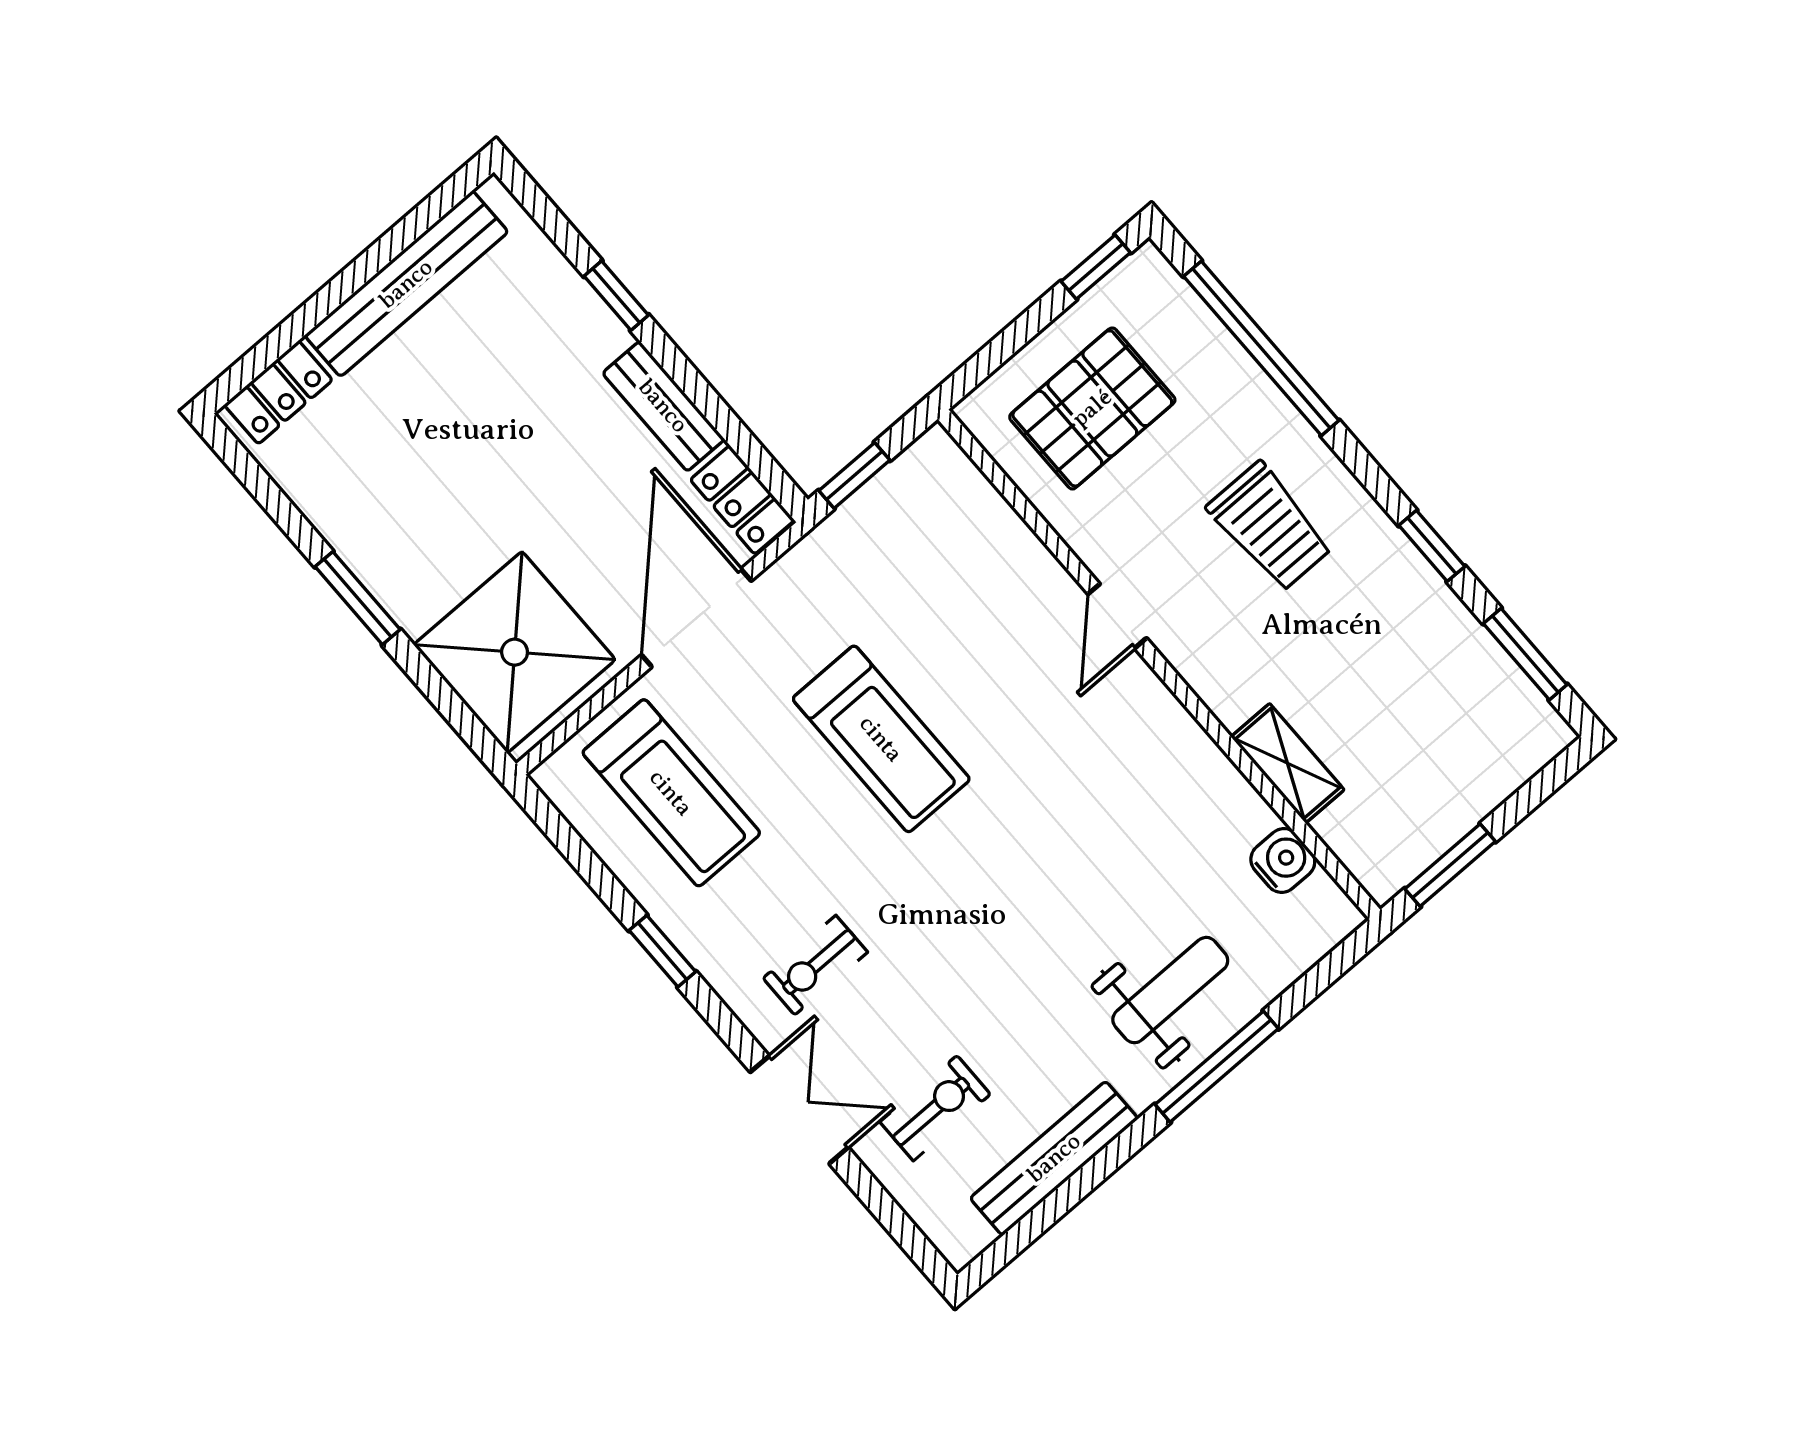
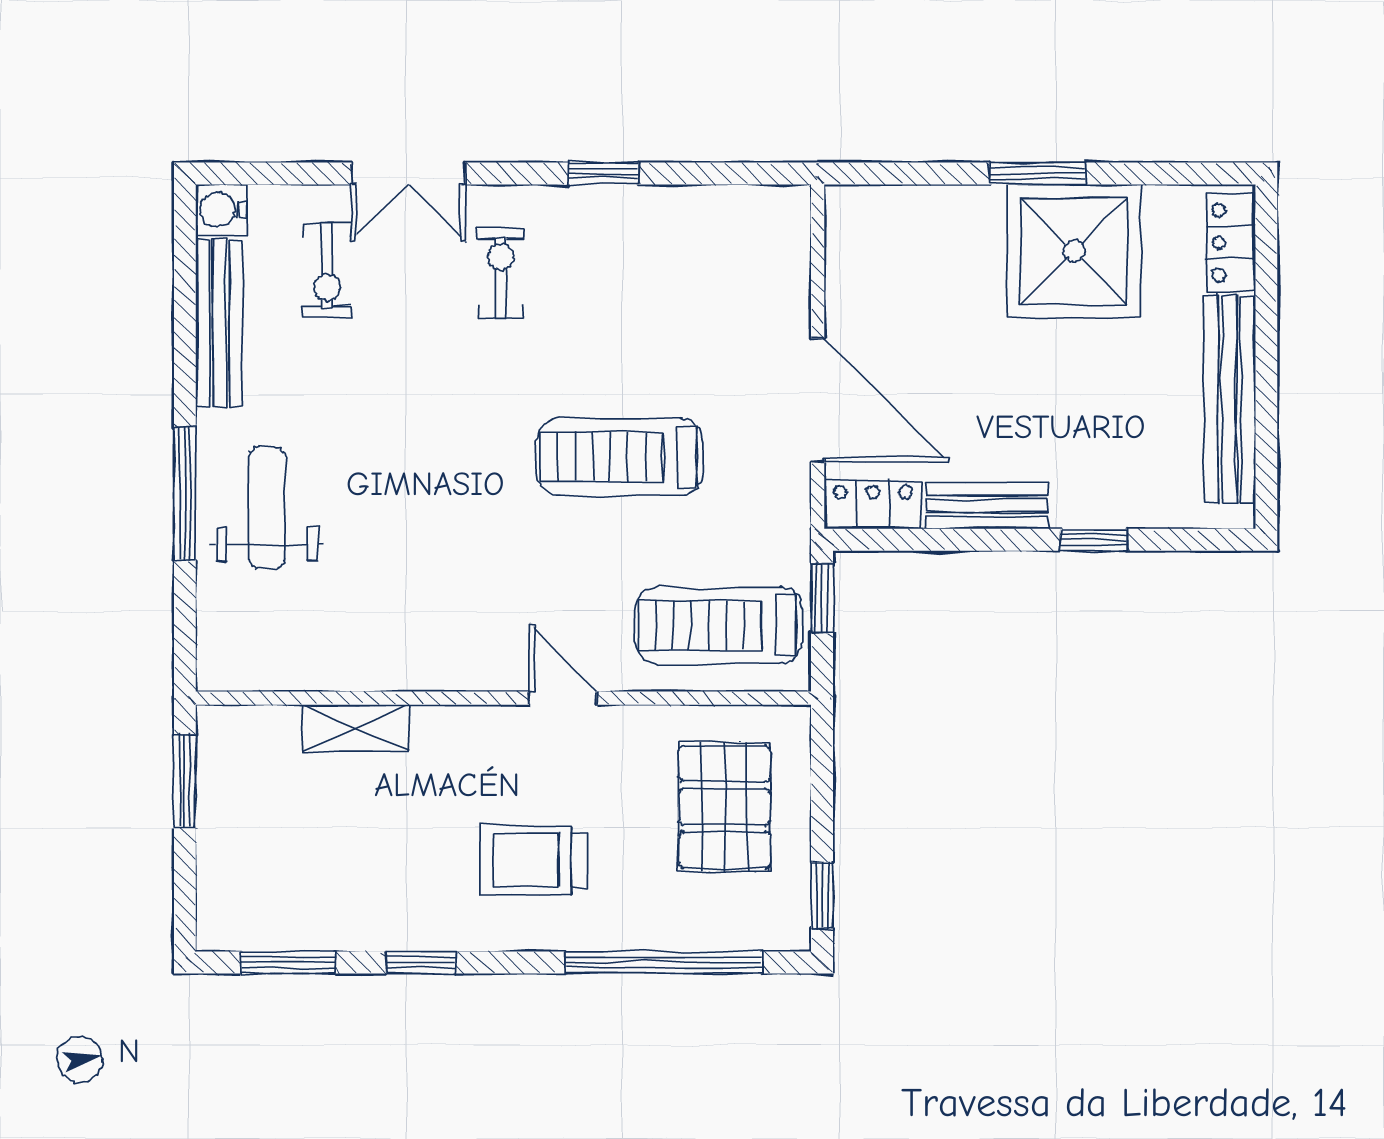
shower: (515, 652) -> (1074, 251), moved
treadmill: (671, 793) -> (718, 625), moved
water cooler: (1283, 860) -> (221, 210), moved, turned 90
weight bench: (1170, 990) -> (267, 508), turned 180

